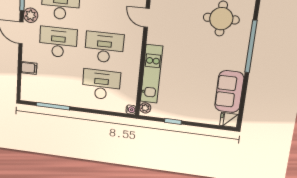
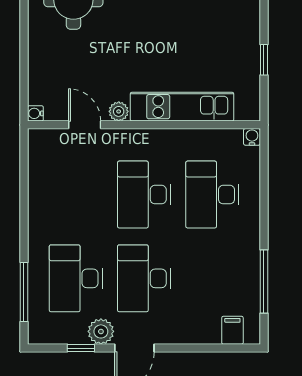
door: (147, 18) -> (85, 125), swing flipped
filing cabinet: (29, 68) -> (232, 330), moved
plant: (145, 108) -> (119, 111), moved

